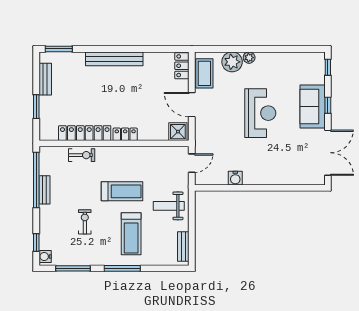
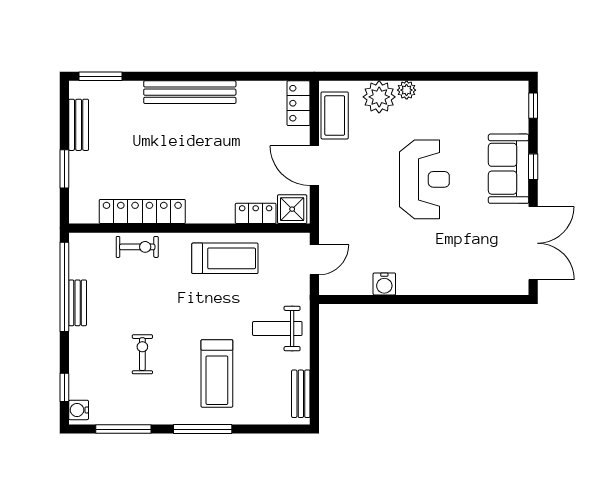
locker: (125, 134) -> (256, 213), moved
treadmill: (122, 191) -> (225, 258), moved

